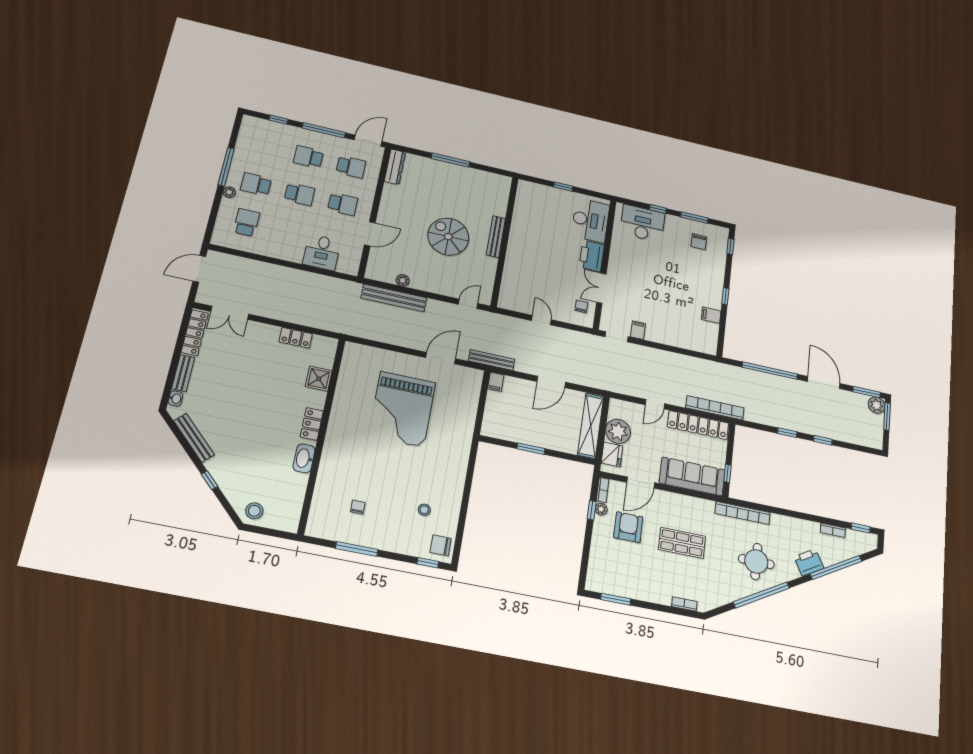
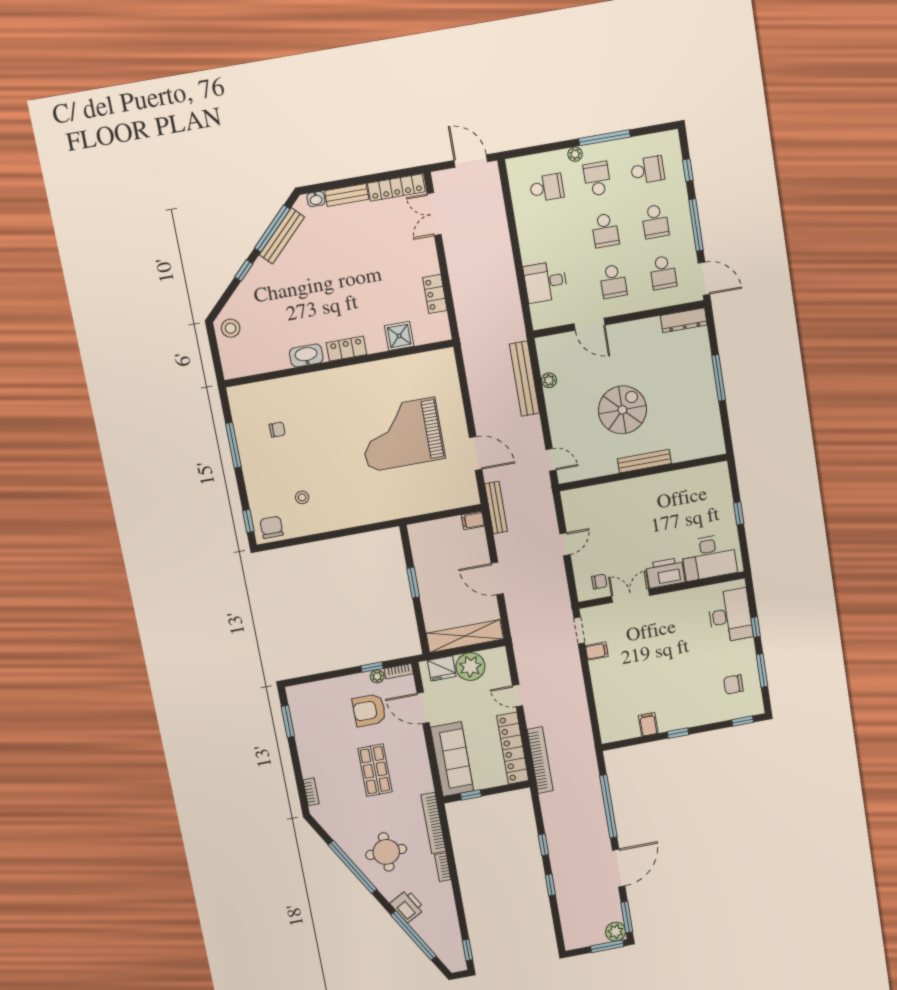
school desk: (265, 147) -> (647, 170), added
school desk: (308, 157) -> (655, 222), turned 180
window: (184, 443) -> (272, 229), added
armchair: (628, 527) -> (369, 710), turned 180
bookcase: (833, 530) -> (443, 867), moved

